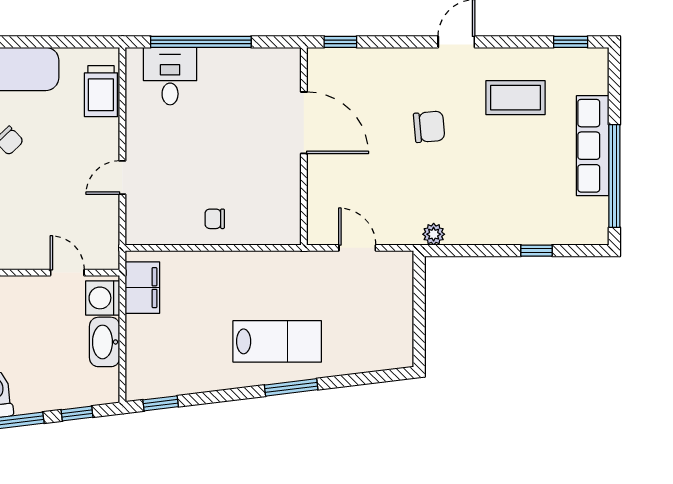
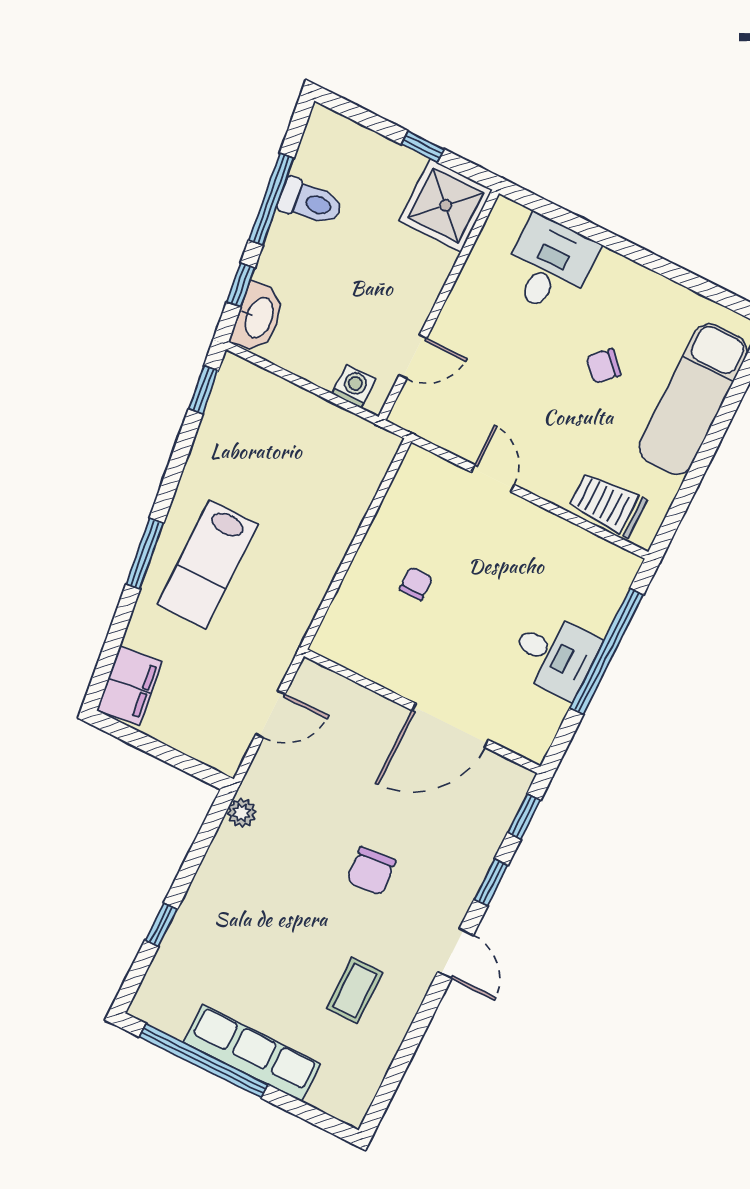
window: (571, 42) -> (491, 882), moved
desk: (170, 76) -> (554, 655), moved
coffee table: (515, 98) -> (355, 990), width x0.73, depth x0.77
chair: (215, 219) -> (416, 584), moved
filing cabinet: (142, 288) -> (129, 686), moved, turned -97
washing machine: (103, 298) -> (354, 386), width x0.73, depth x0.73
washbasin: (105, 342) -> (258, 317), moved, turned 83

